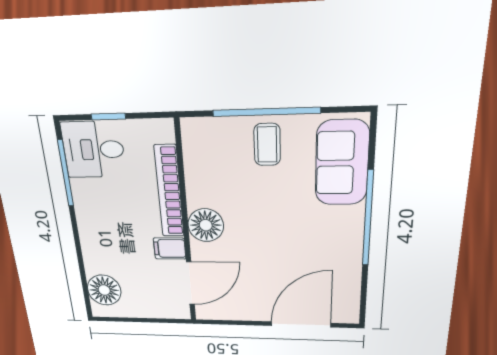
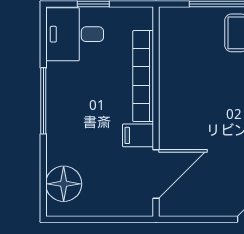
window: (66, 173) -> (43, 101), moved
floor lamp: (206, 225) -> (176, 110), removed

